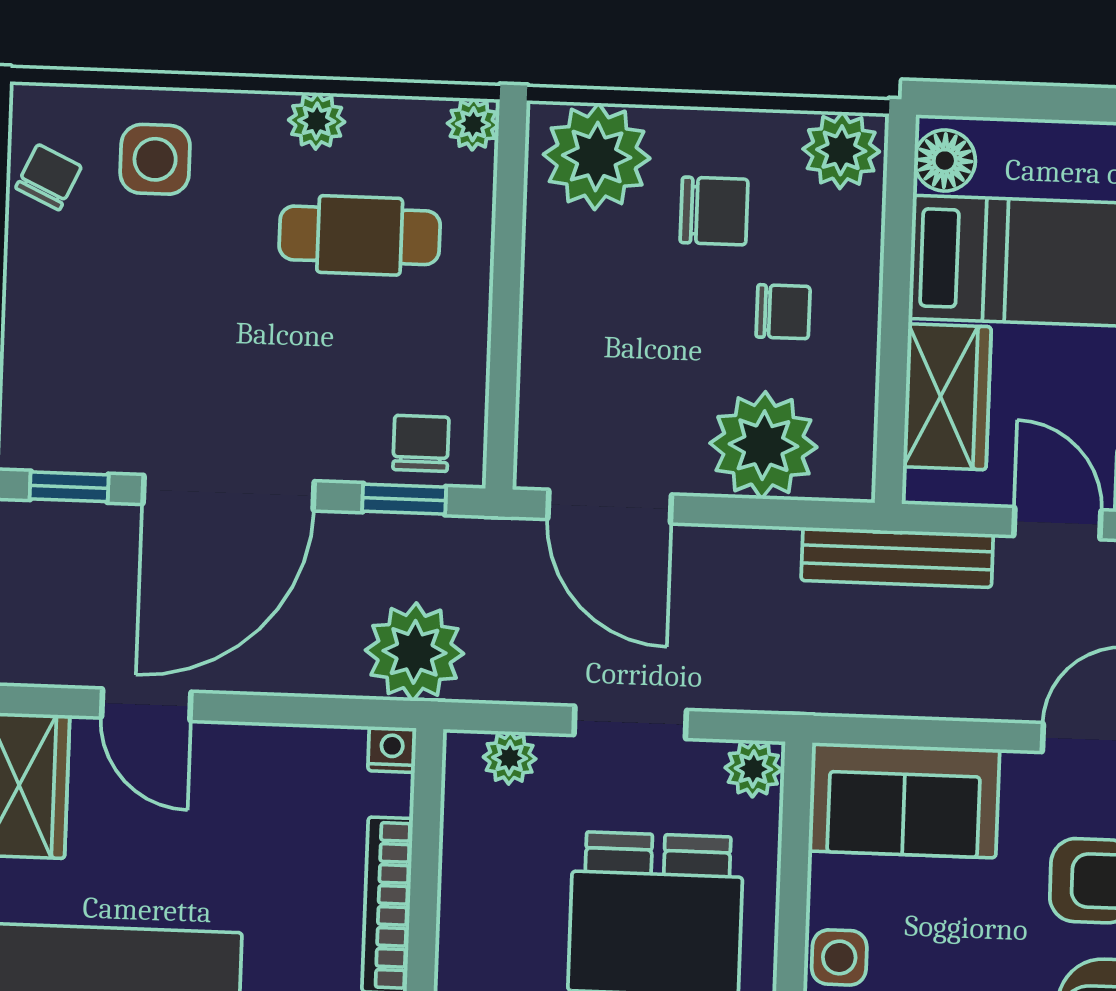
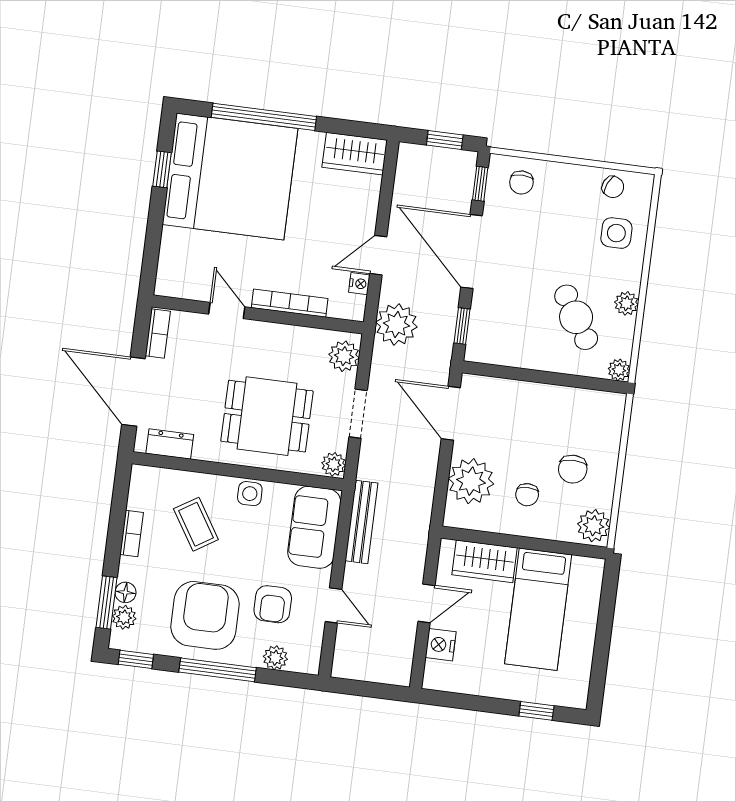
plant: (597, 156) -> (600, 421), removed
floor lamp: (945, 161) -> (585, 569), removed
cafe table: (360, 235) -> (576, 317), turned -32
chair: (421, 443) -> (521, 183), moved, turned 90
door: (610, 507) -> (451, 413), hinge flipped
bench: (897, 557) -> (361, 522), moved
door: (146, 705) -> (378, 255), moved
nightstand: (392, 749) -> (359, 284), moved
plant: (510, 758) -> (344, 356), width x1.38, depth x1.38

